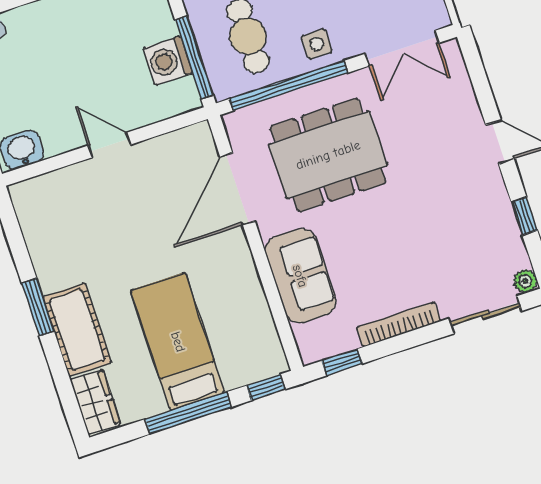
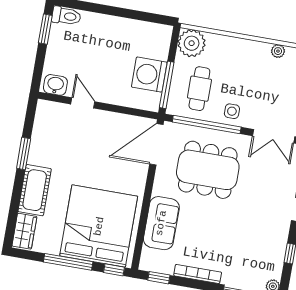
washing machine: (168, 61) -> (149, 75), width x1.37, depth x1.37
door: (110, 145) -> (83, 103), moved
door: (238, 189) -> (156, 144), moved
window: (38, 307) -> (24, 154), moved
bed: (178, 342) -> (99, 226), width x2.04

